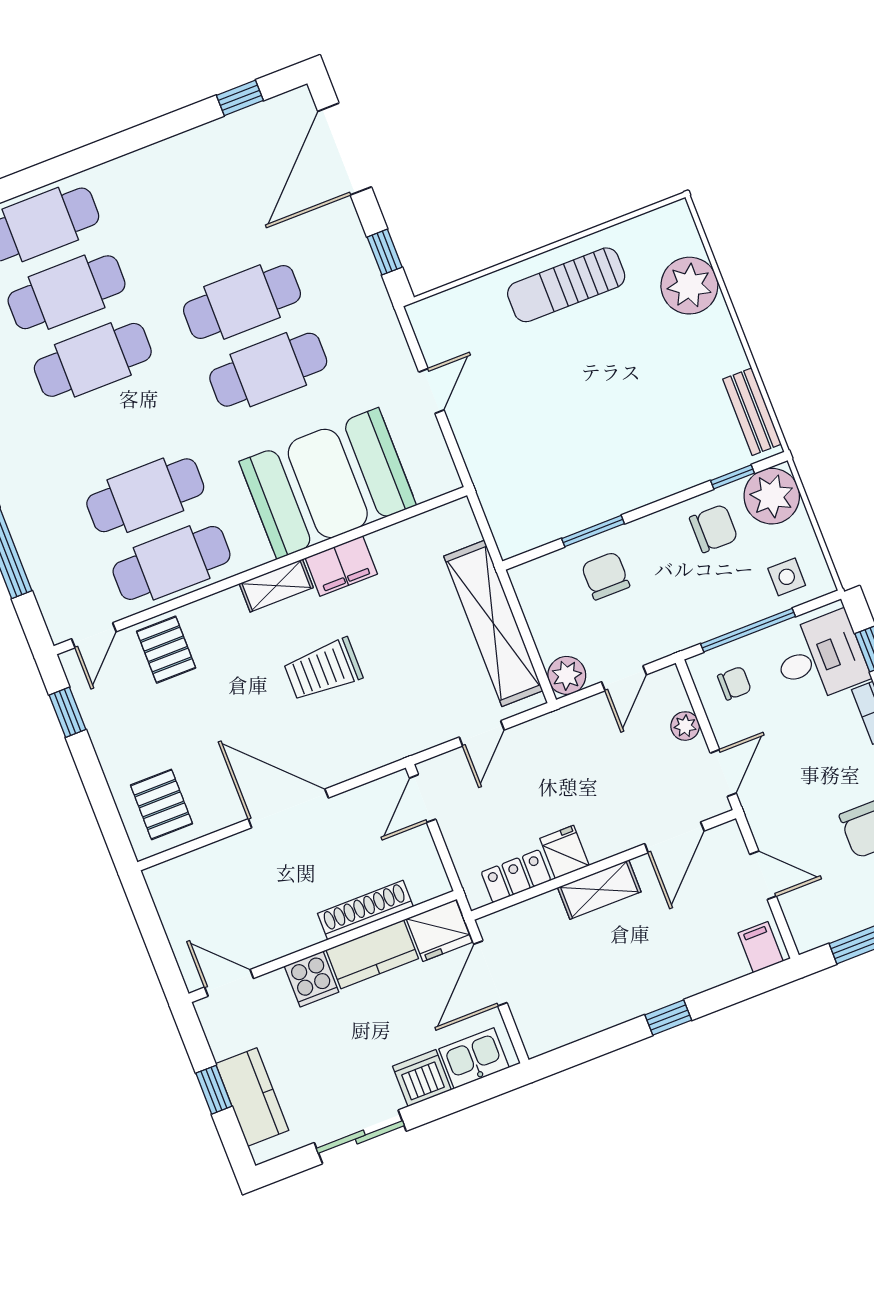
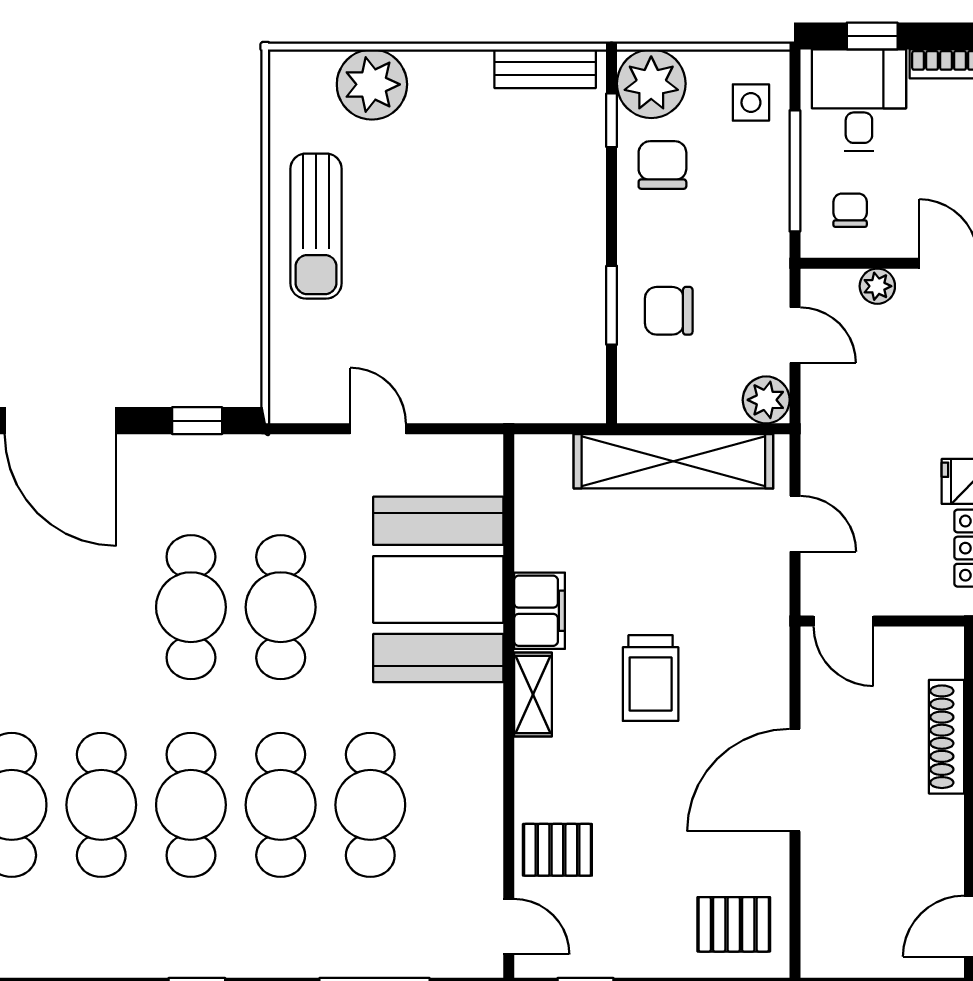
cafe table: (172, 563) -> (281, 805), moved

